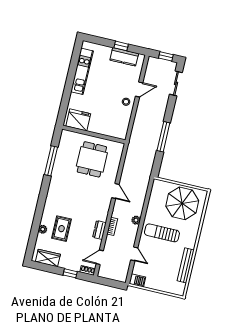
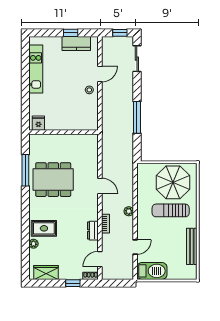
fridge: (78, 120) -> (38, 123), width x0.53, depth x0.75
dining table: (92, 159) -> (53, 180), moved, width x1.38
rug: (61, 229) -> (44, 228), moved, turned 90
sun lounger: (162, 233) -> (171, 210), moved
door: (134, 254) -> (135, 247), hinge flipped
barbecue: (137, 280) -> (152, 271), width x1.88, depth x1.53

